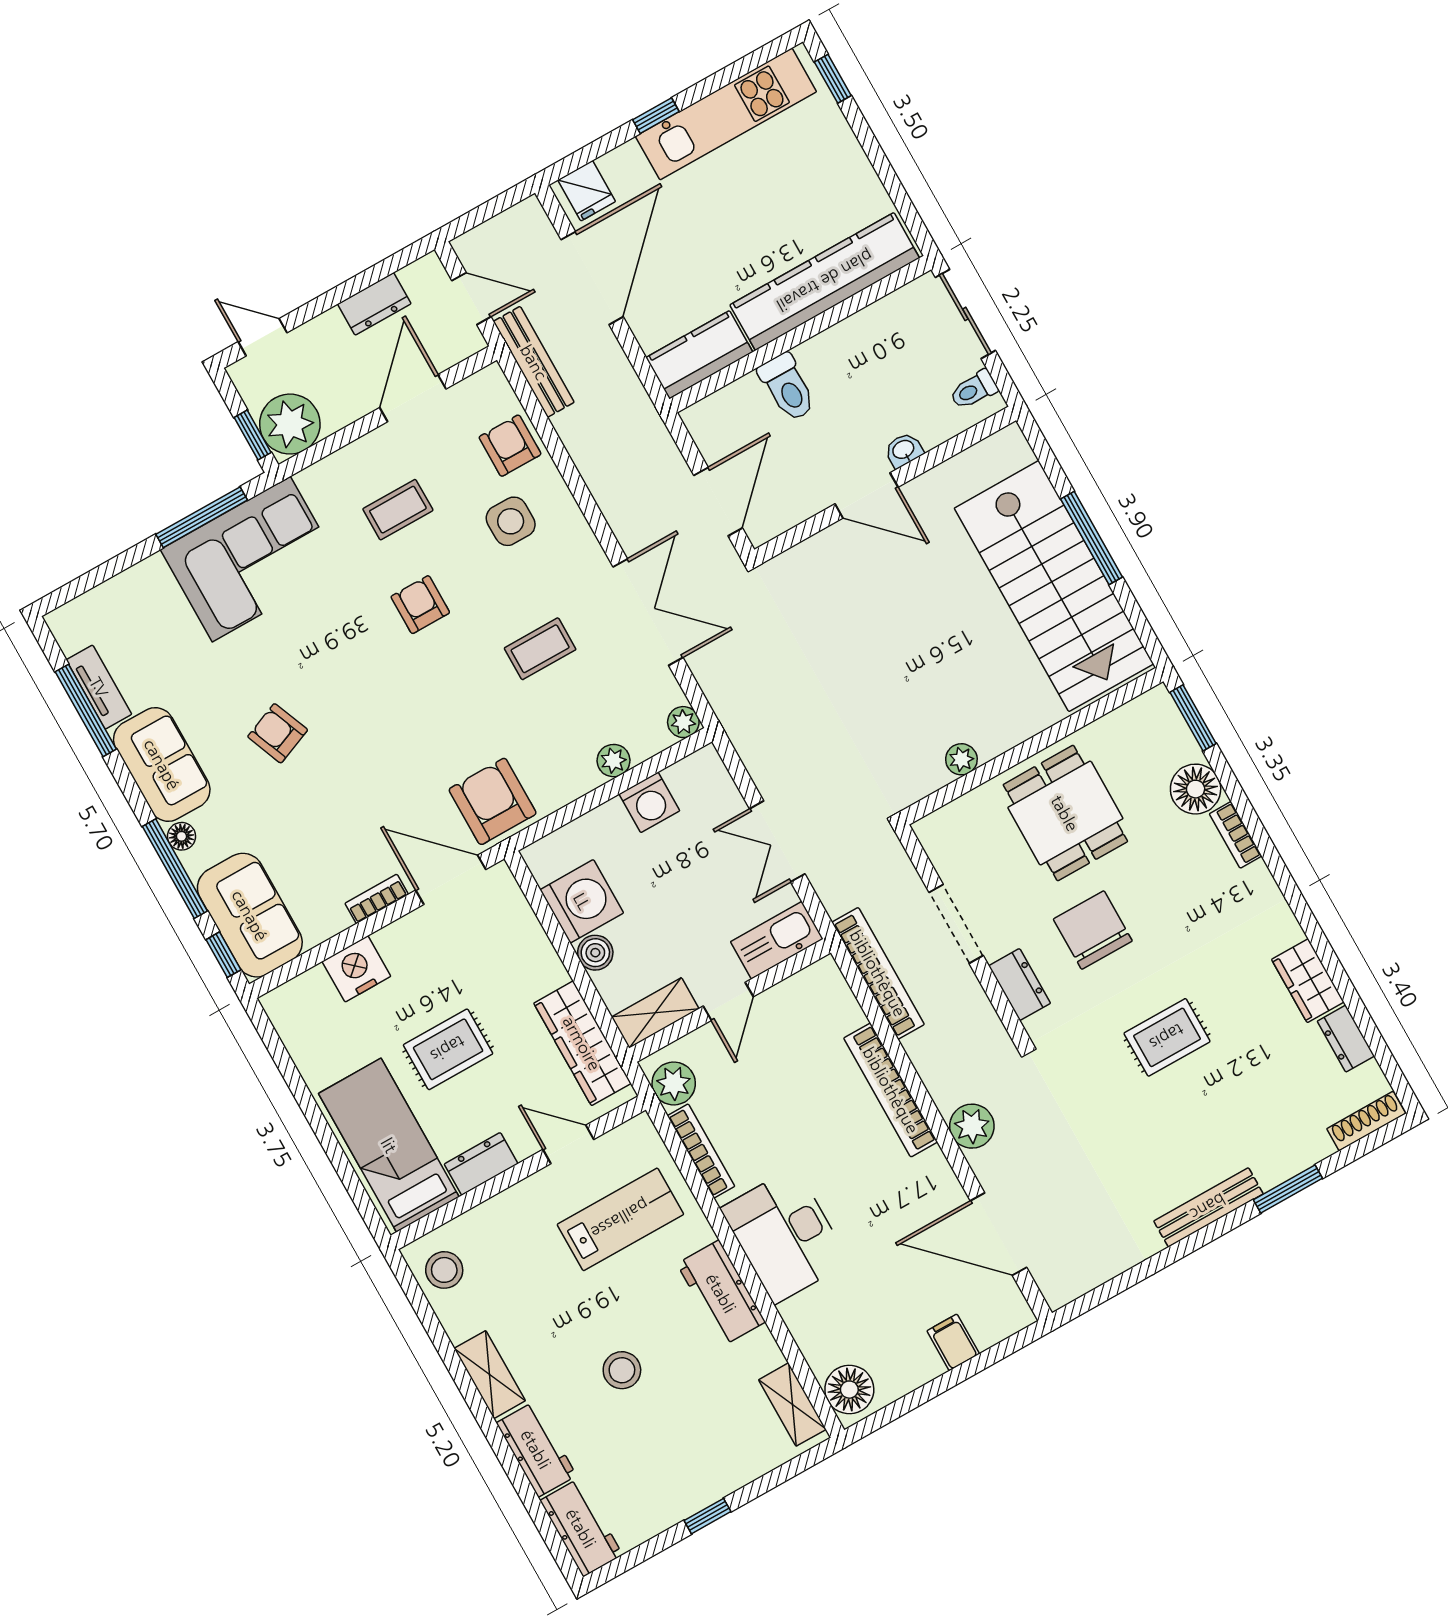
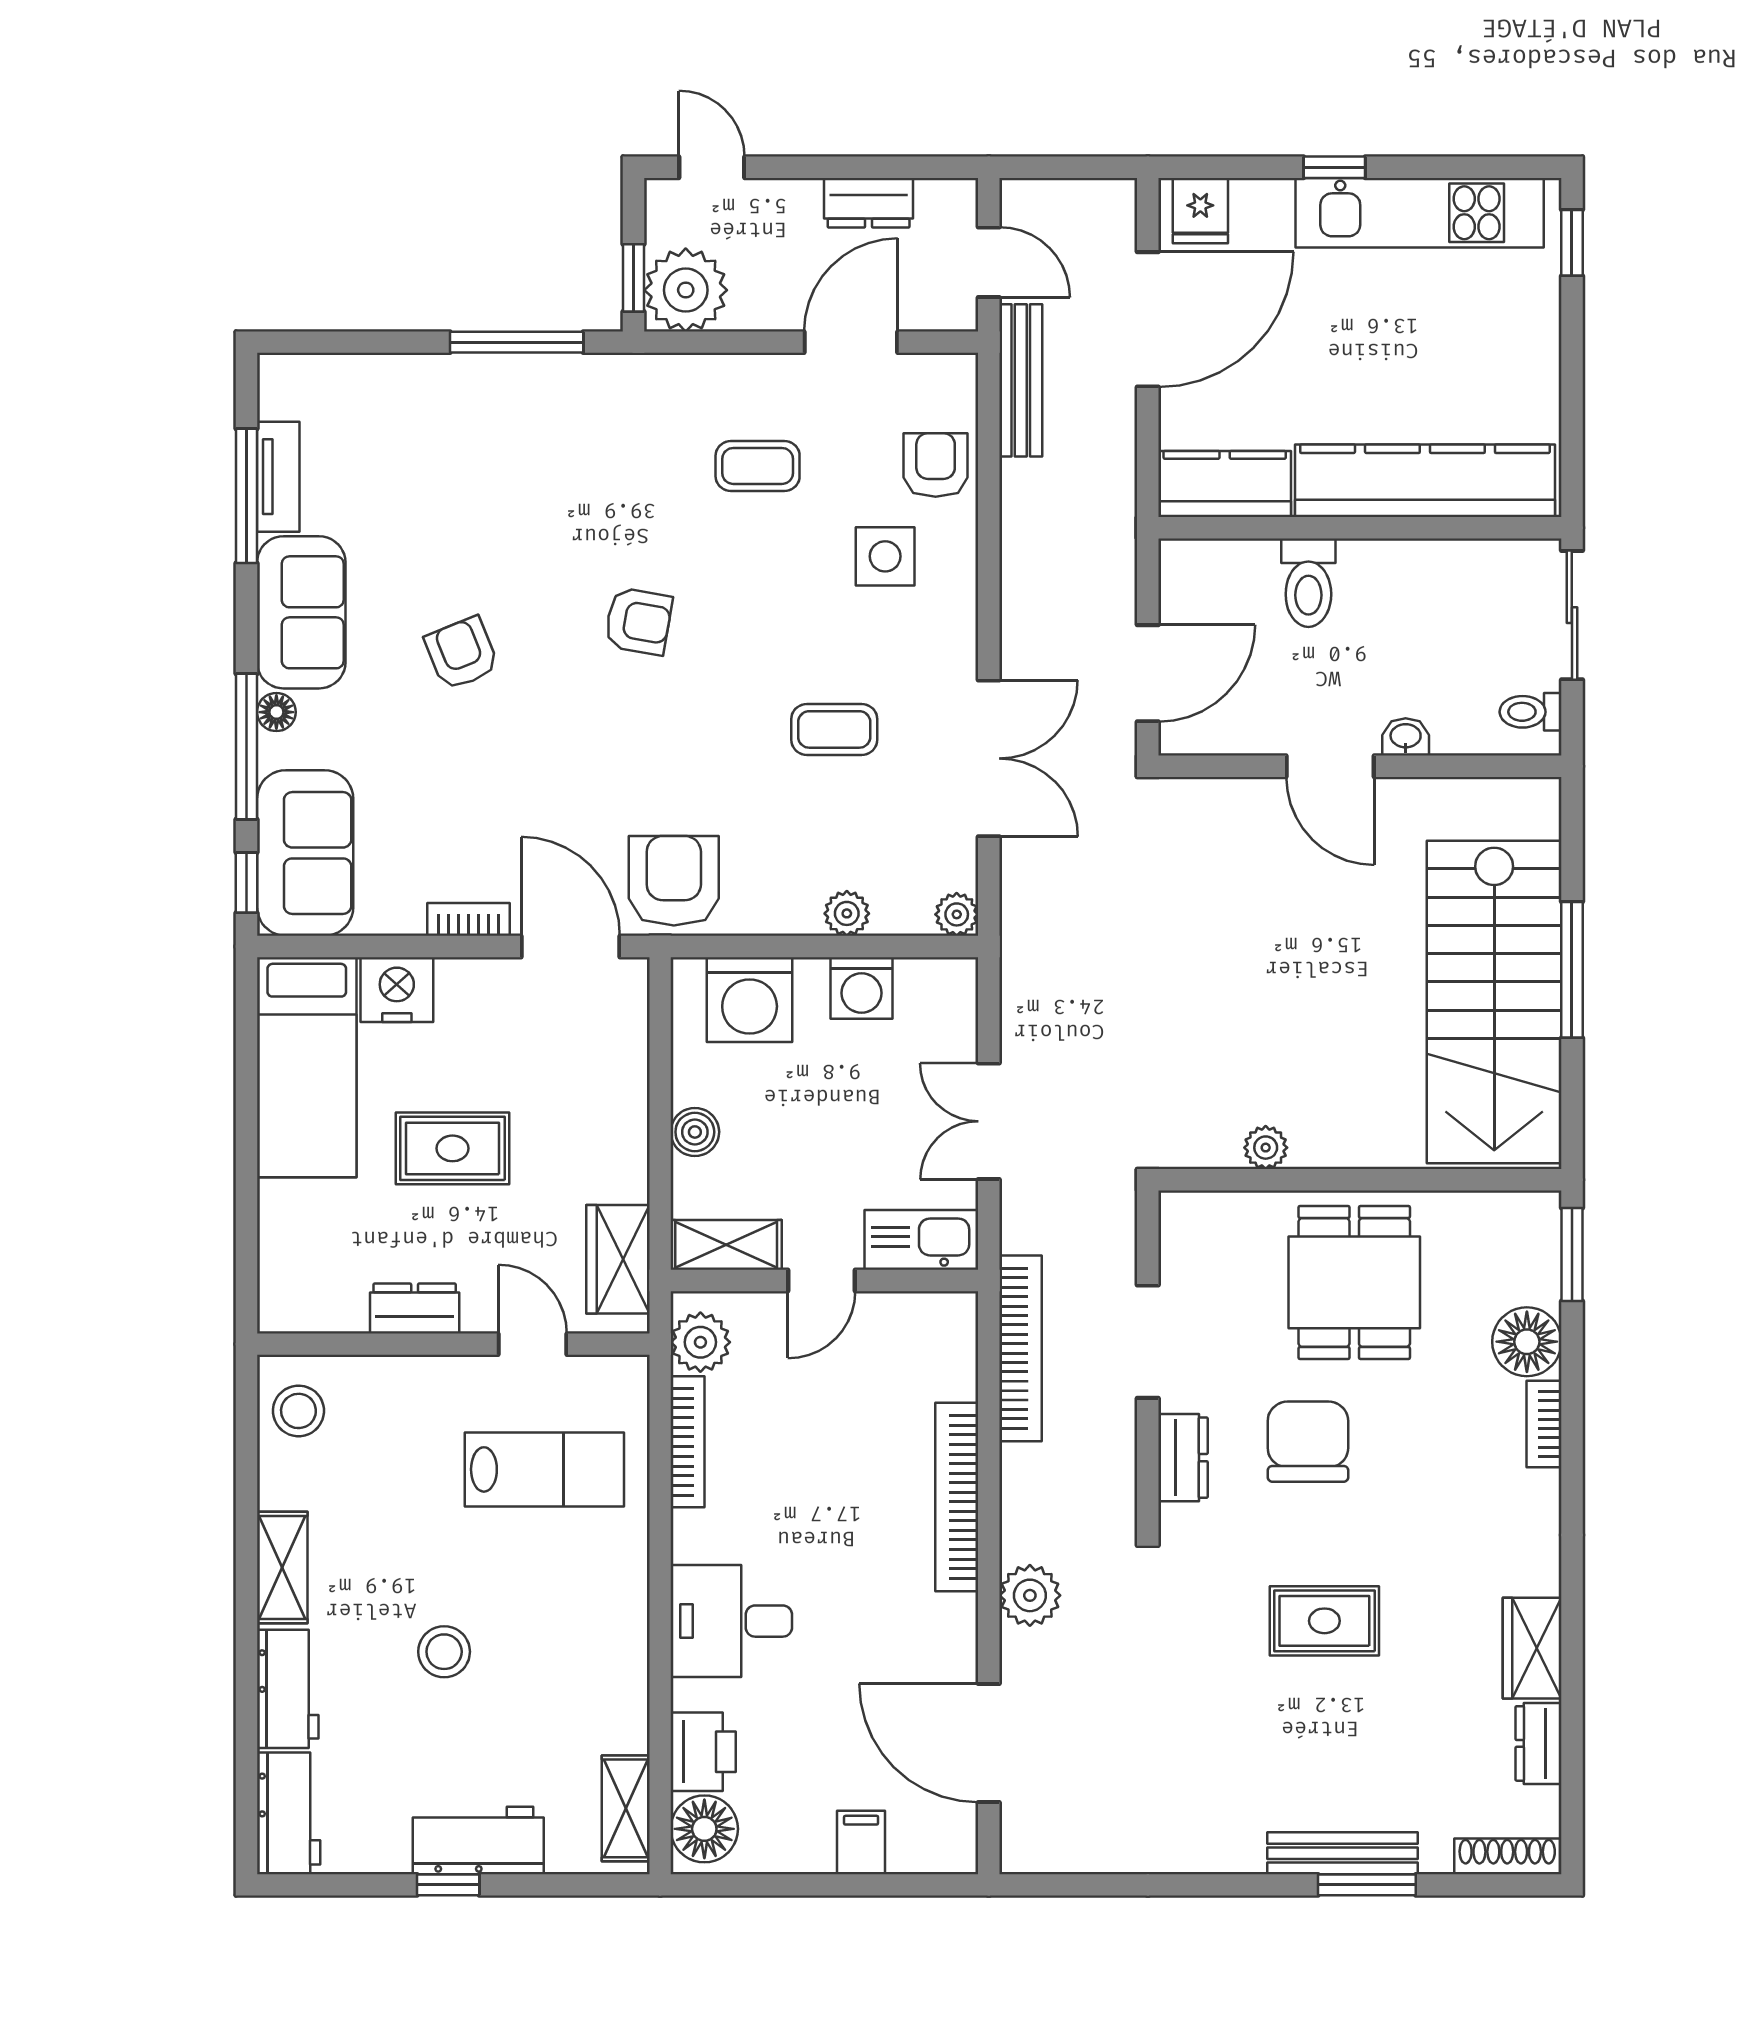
corner sofa: (251, 559) -> (548, 426), removed
armchair: (420, 605) -> (638, 621), moved, turned 100
washing machine: (582, 901) -> (750, 1000), moved, turned 90
wardrobe: (582, 1043) -> (618, 1259), width x0.67
bed: (389, 1145) -> (307, 1067), moved, turned 180
bench: (1208, 1207) -> (1343, 1853), moved
desk: (785, 1235) -> (731, 1621), width x0.73
workbench: (721, 1293) -> (478, 1840), moved, turned 90
printer: (821, 1341) -> (703, 1752), added

